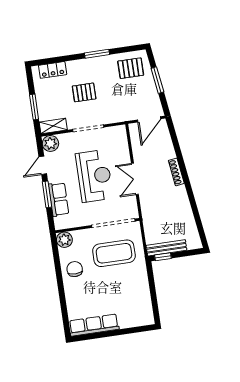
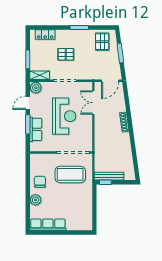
pallet: (131, 68) -> (102, 42), turned 90
double door: (135, 179) -> (93, 103), moved
plant: (64, 240) -> (36, 200), moved

